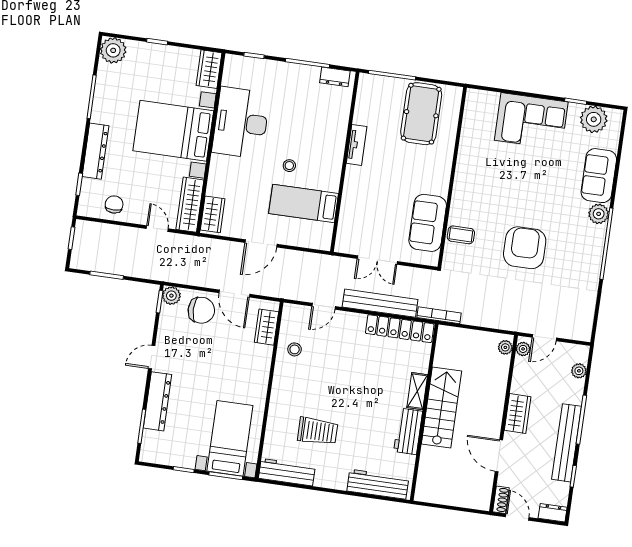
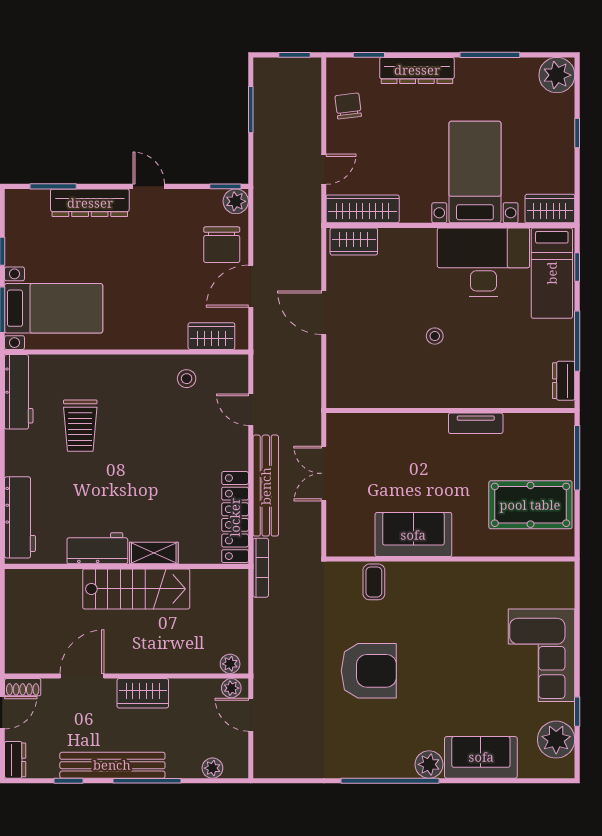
bed with nightstands: (173, 131) -> (475, 172), width x0.73
bed: (304, 203) -> (552, 273), moved, turned 180
chair: (114, 204) -> (348, 106), turned -97
sofa: (428, 223) -> (413, 535), moved

